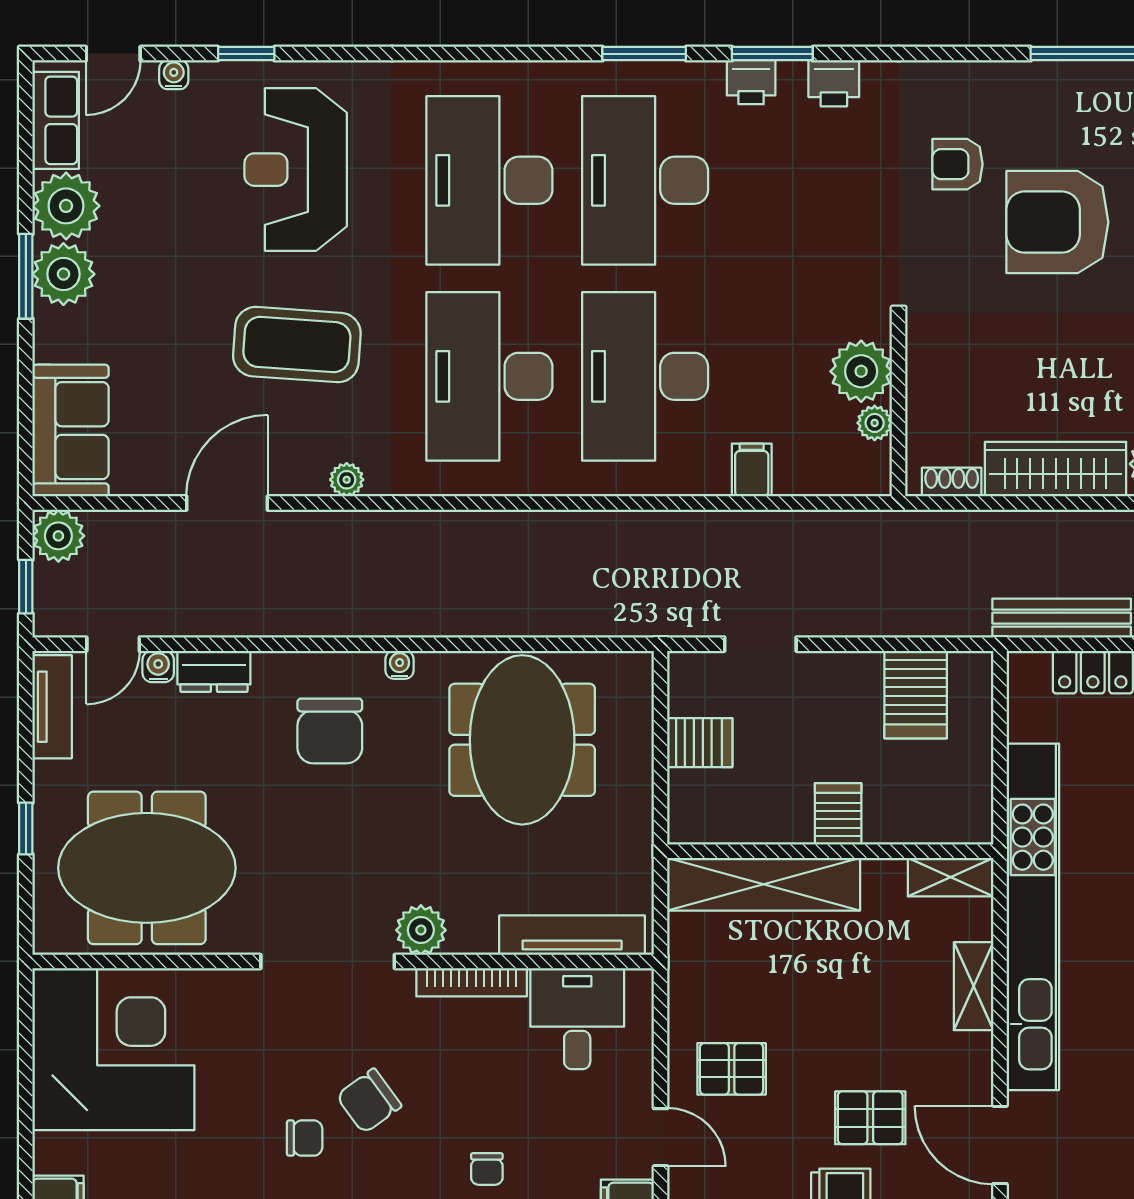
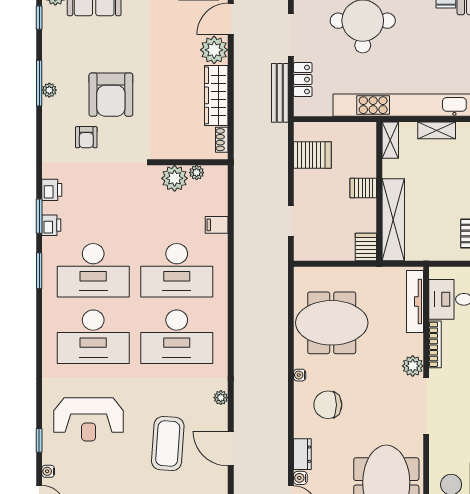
plant: (1068, 77) -> (49, 90), added
coffee table: (297, 345) -> (168, 444), moved
chair: (330, 731) -> (328, 405), turned 180
server rack: (700, 743) -> (366, 247), moved

